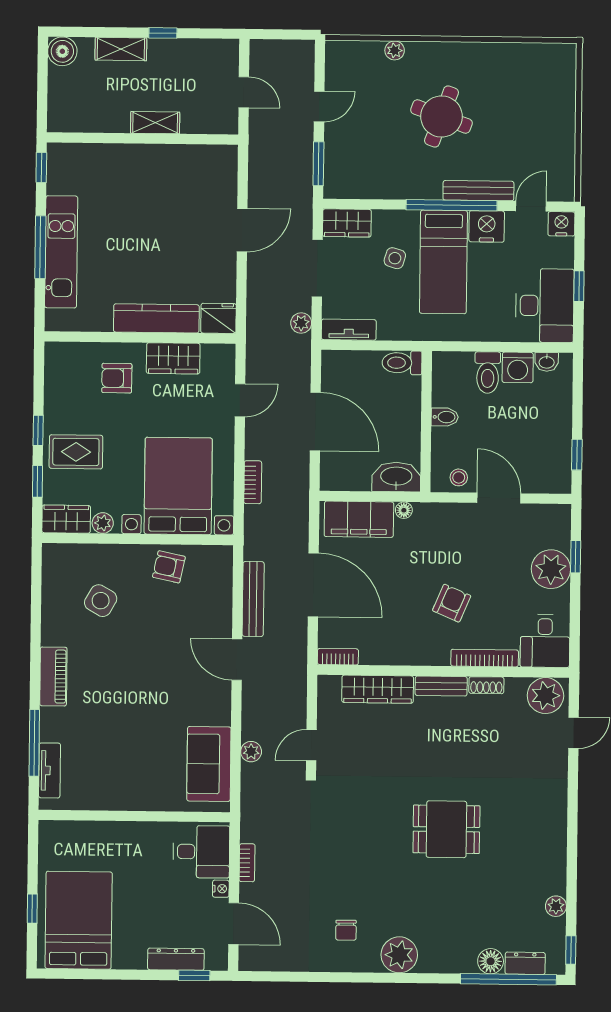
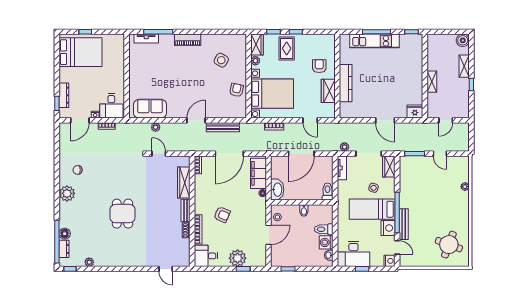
round table: (441, 116) -> (449, 245), moved
fridge: (218, 318) -> (415, 112), moved, turned -90
plant: (545, 696) -> (182, 256), removed

